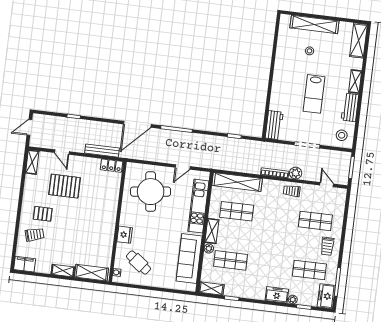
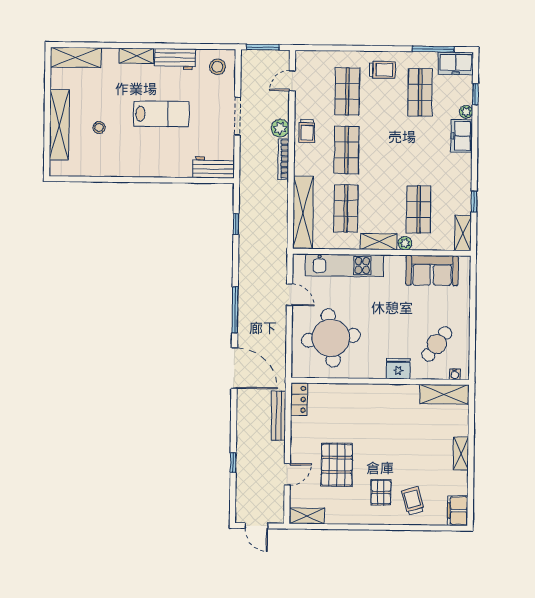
shop shelf: (276, 216) -> (347, 150), added
sofa: (189, 258) -> (432, 270), width x0.73
shelving: (91, 273) -> (444, 394), moved, turned 90

